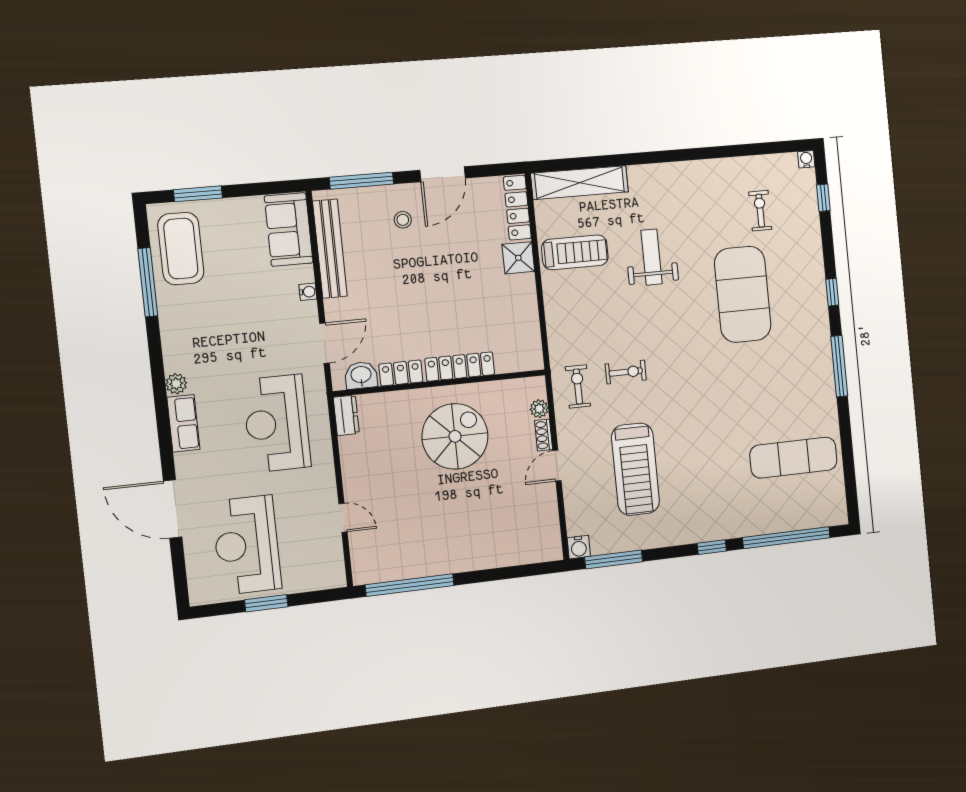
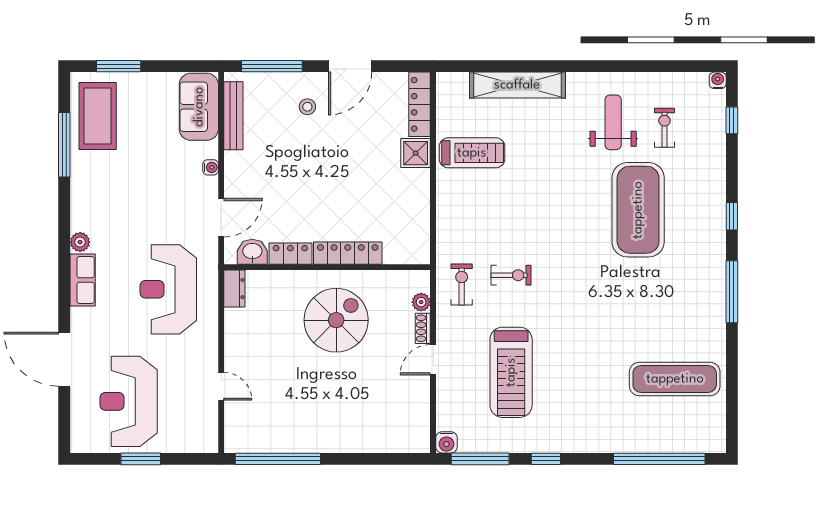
shelving: (580, 183) -> (517, 85), moved
bench: (330, 249) -> (233, 116), width x0.73, depth x0.82
weight bench: (652, 257) -> (613, 122), moved
window: (712, 547) -> (546, 459), moved

